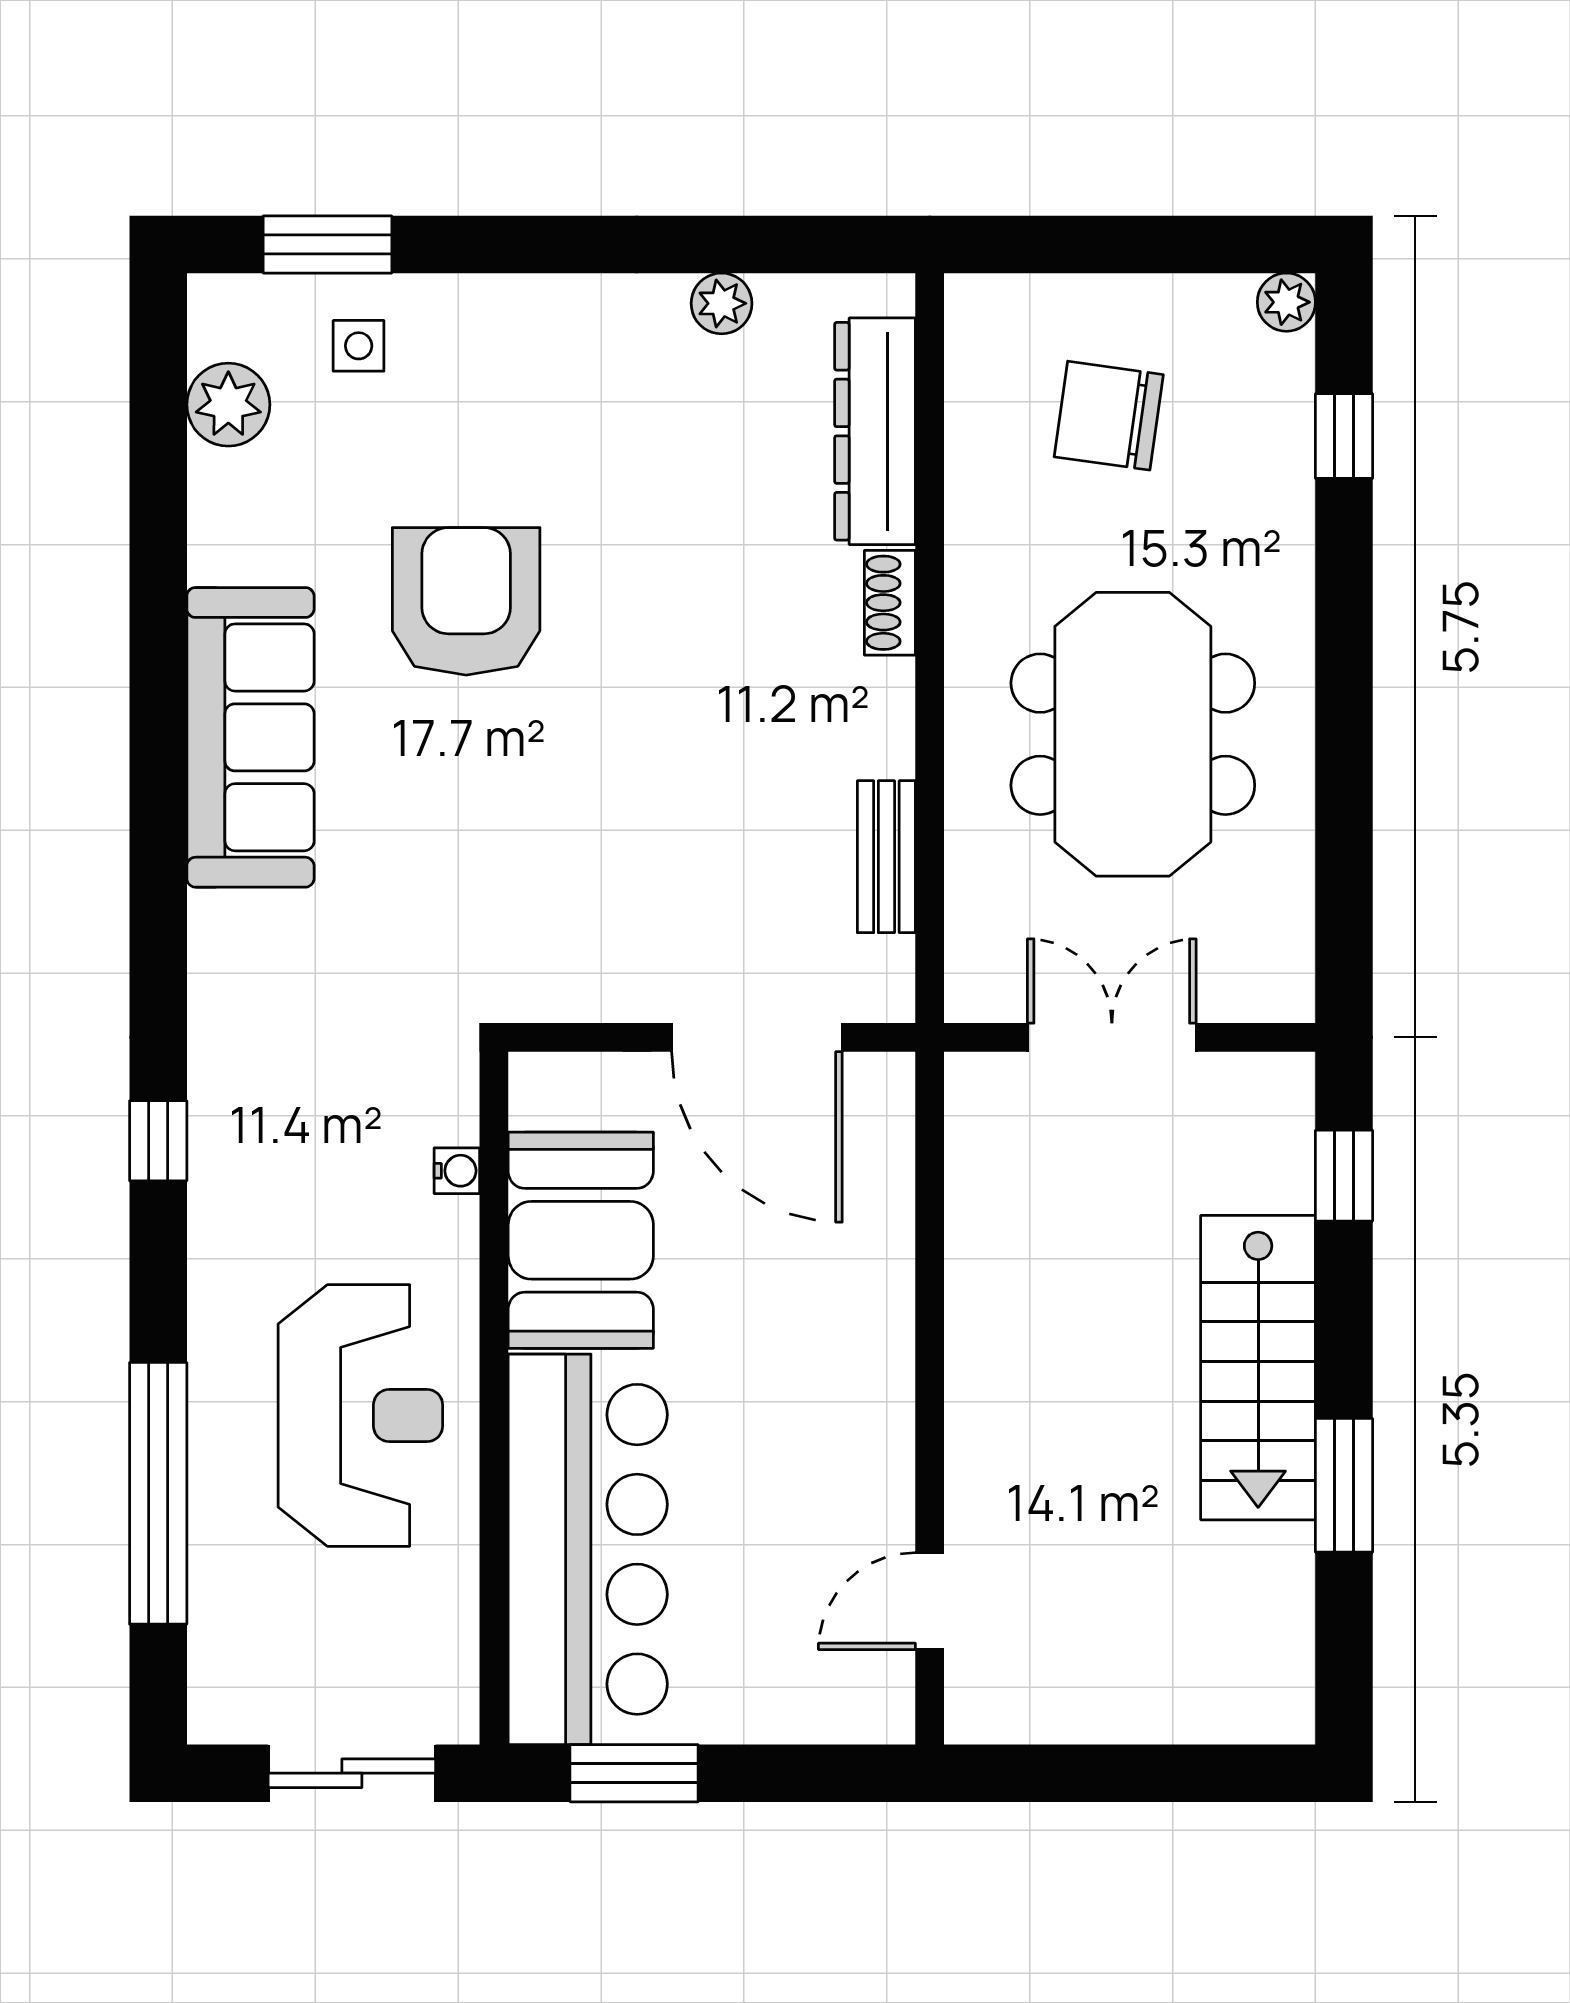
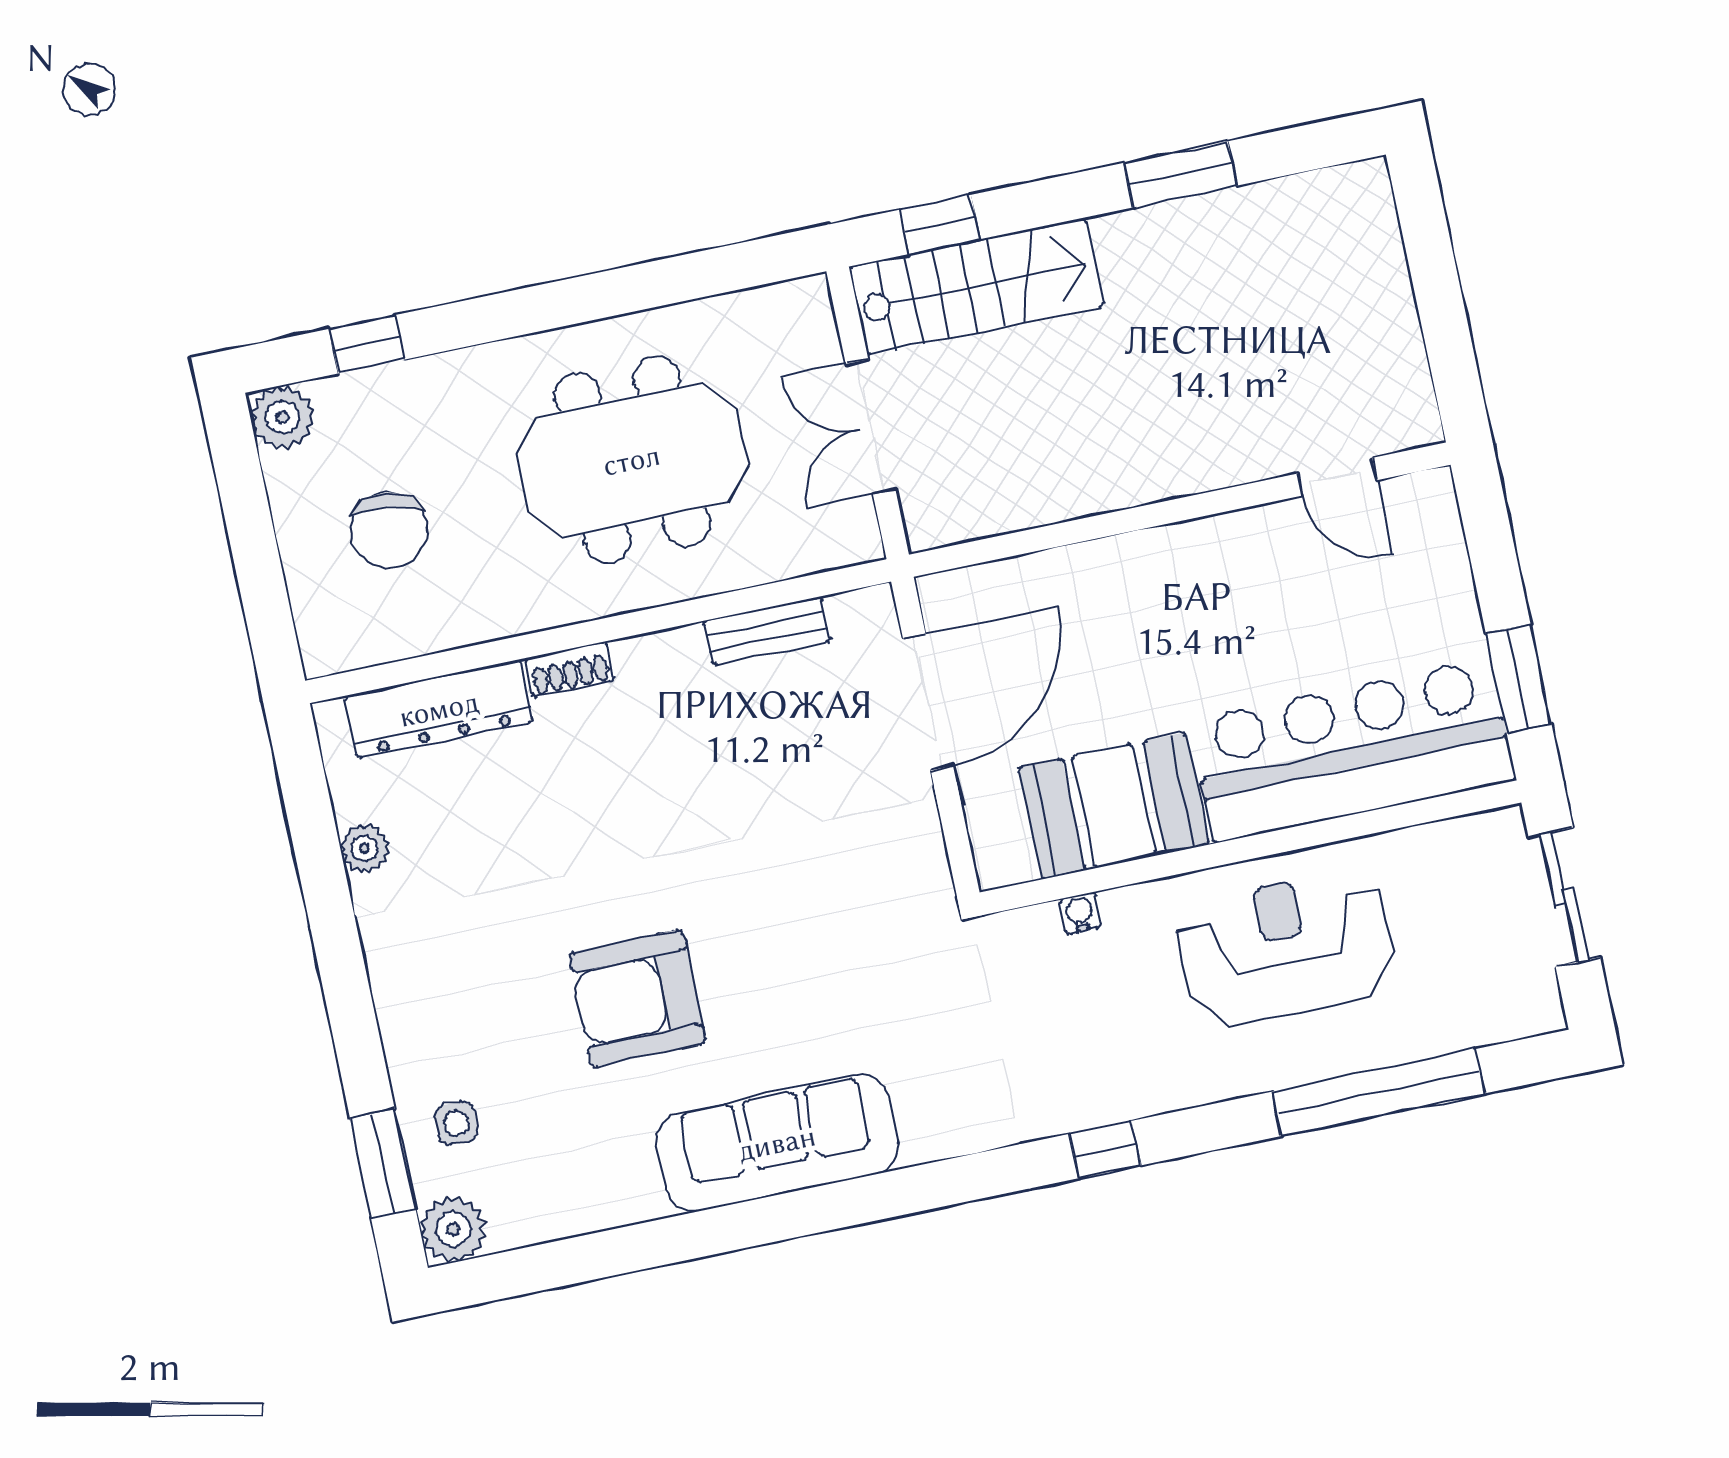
plant: (1286, 302) -> (282, 417), width x1.38, depth x1.38
plant: (228, 405) -> (453, 1229), moved
stairs: (1258, 1368) -> (976, 287), moved

